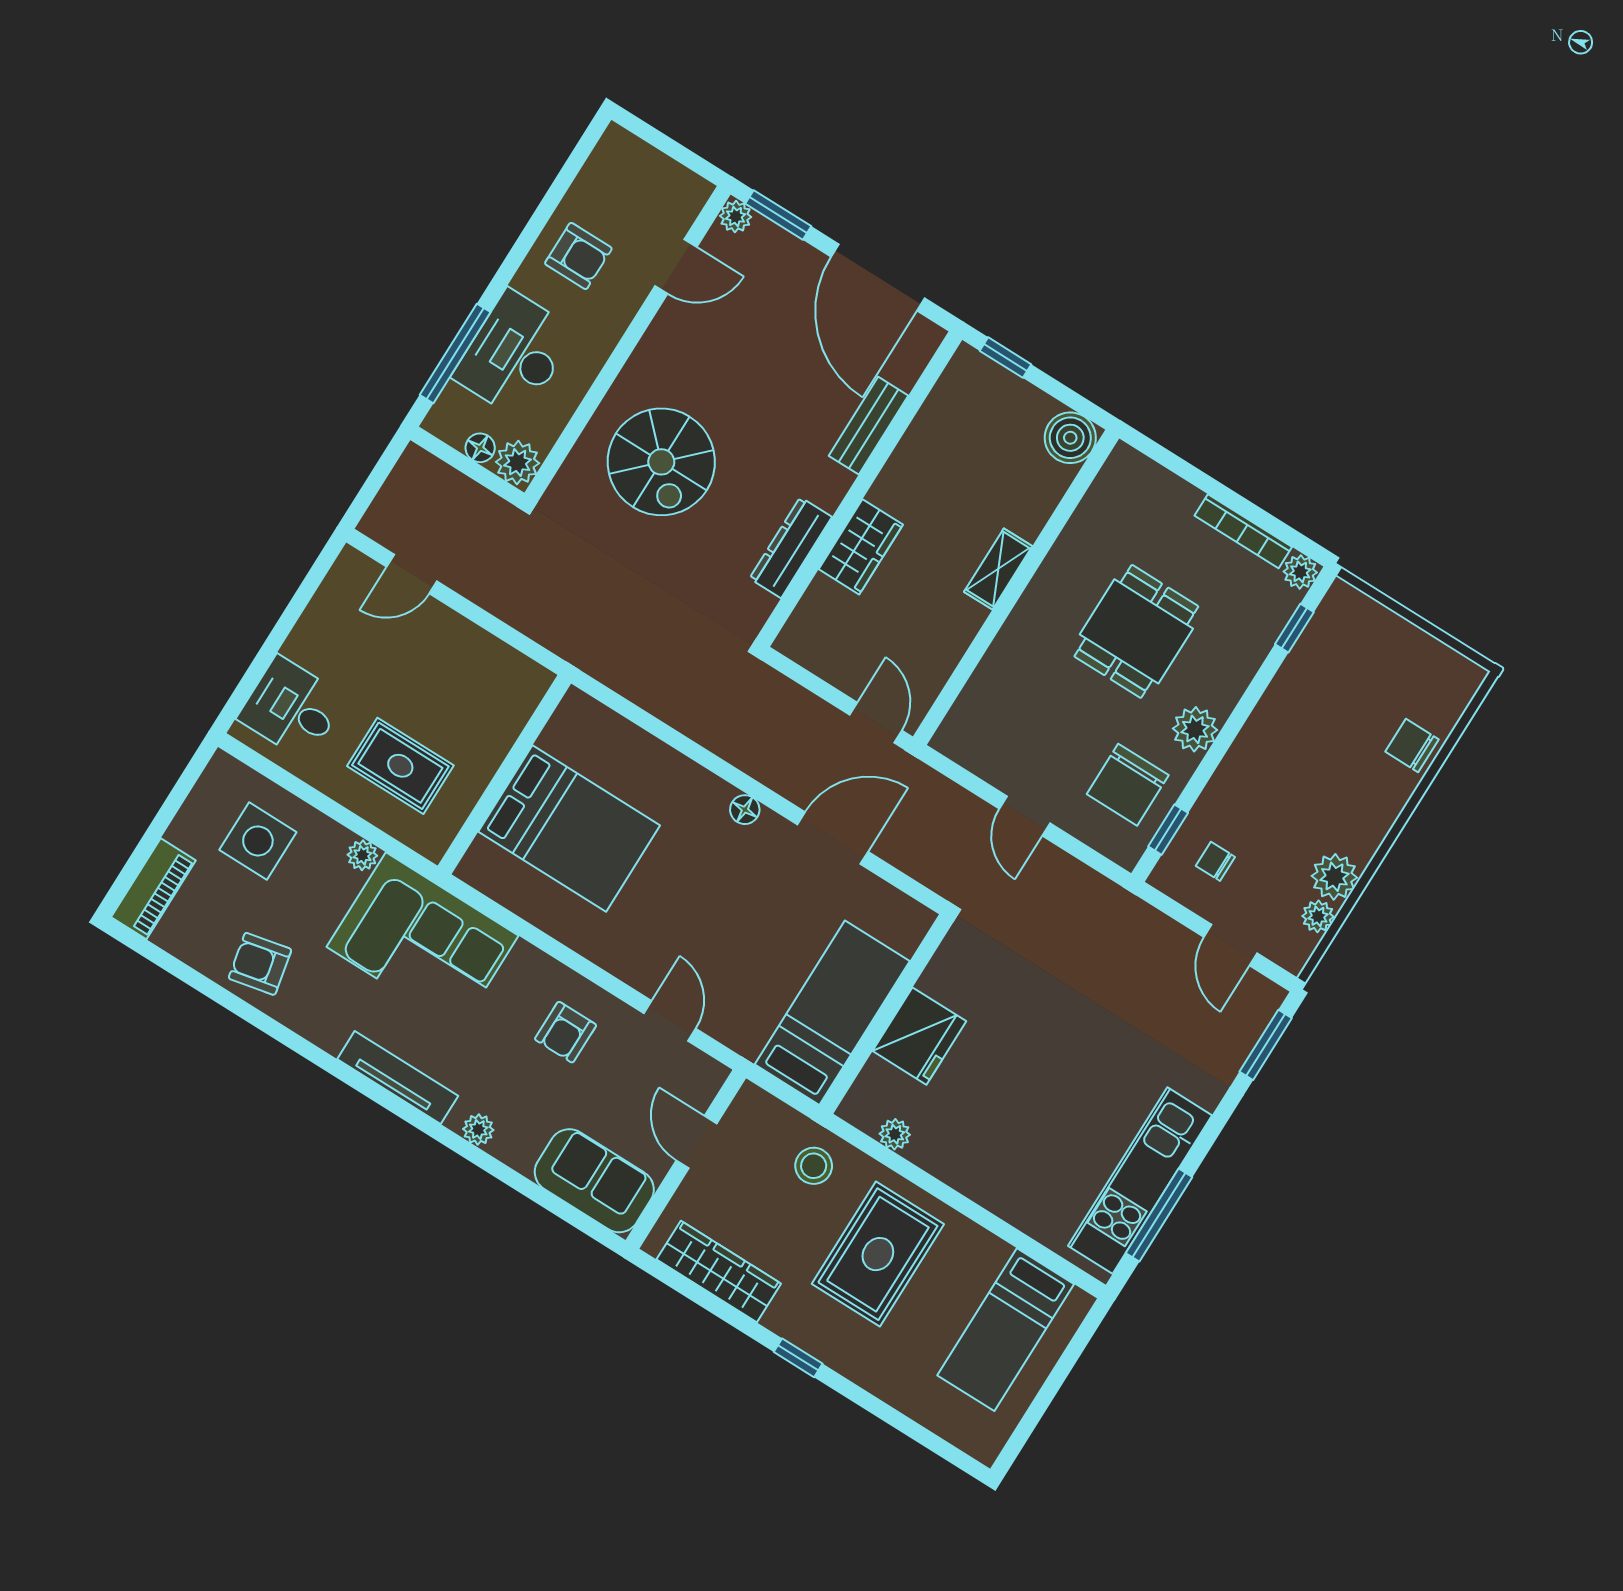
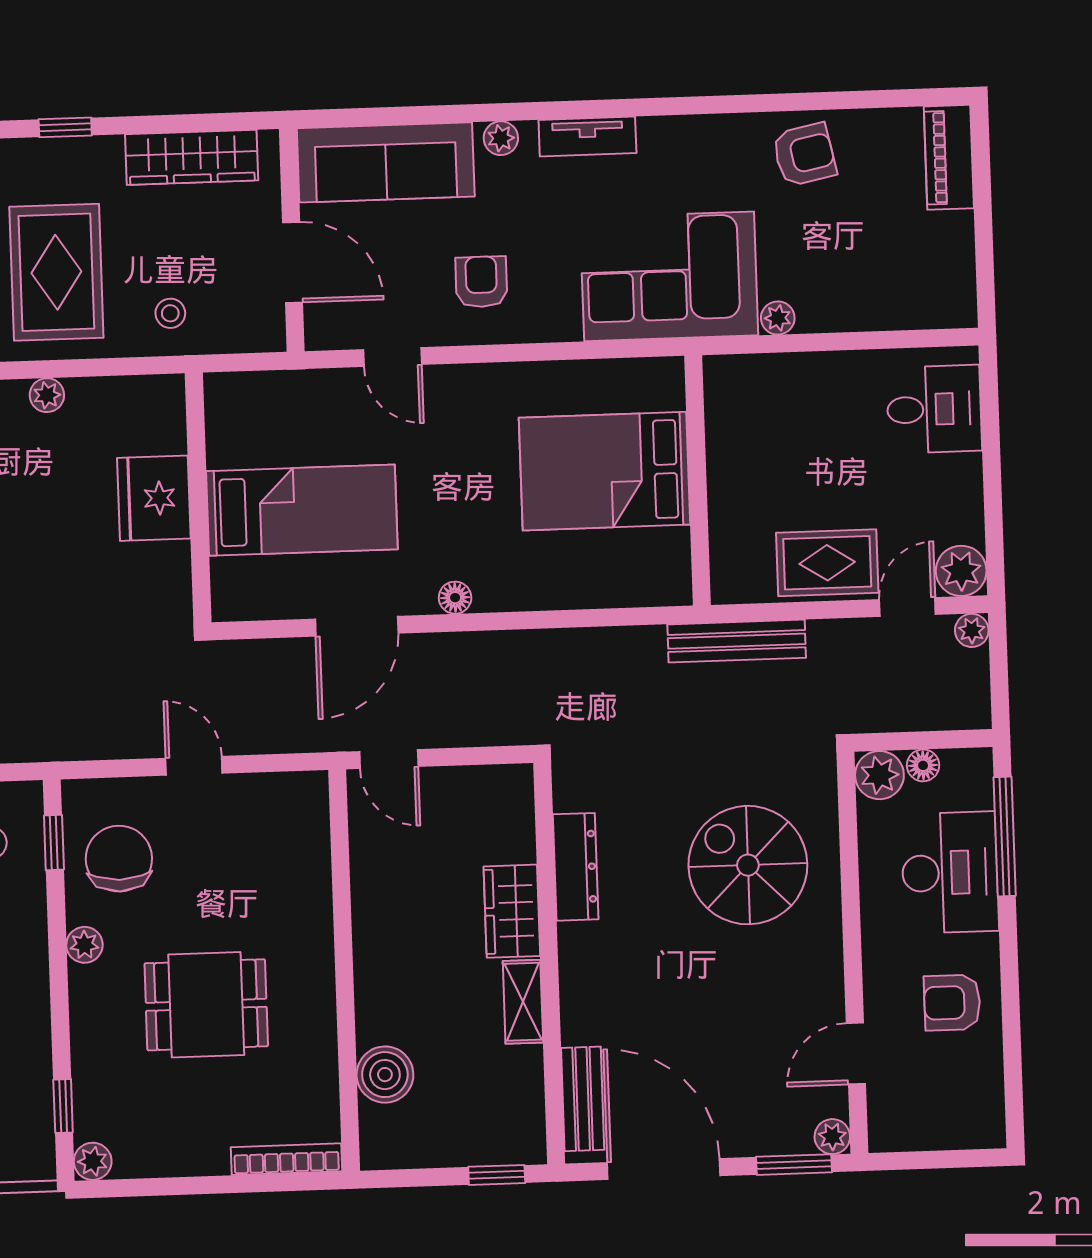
bench: (868, 426) -> (583, 1099), moved
boiler: (1070, 438) -> (385, 1075), moved
plant: (376, 524) -> (972, 630), added
bookcase: (1243, 531) -> (287, 1159), moved
shelving: (998, 569) -> (523, 1002), moved
plant: (353, 574) -> (961, 571), added
dining table: (1136, 631) -> (206, 1005), turned 90
bench: (556, 635) -> (737, 641), added
plant: (1195, 729) -> (84, 945), width x0.73, depth x0.73
rug: (400, 766) -> (827, 563), moved
side table: (258, 841) -> (883, 266), removed
bed: (832, 1013) -> (302, 510), moved, turned -90
tv unit: (398, 1078) -> (587, 136), width x0.71
plant: (895, 1134) -> (47, 395), moved
door: (697, 1142) -> (293, 262), width x1.38
stool: (814, 1166) -> (170, 313), width x0.73, depth x0.73
sofa: (594, 1181) -> (386, 162), width x1.36

